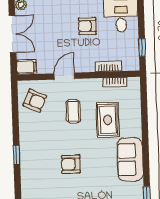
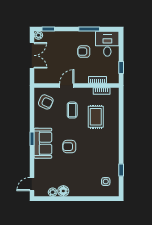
filing cabinet: (26, 67) -> (41, 78), removed
sofa: (130, 159) -> (43, 143), moved, turned 180

